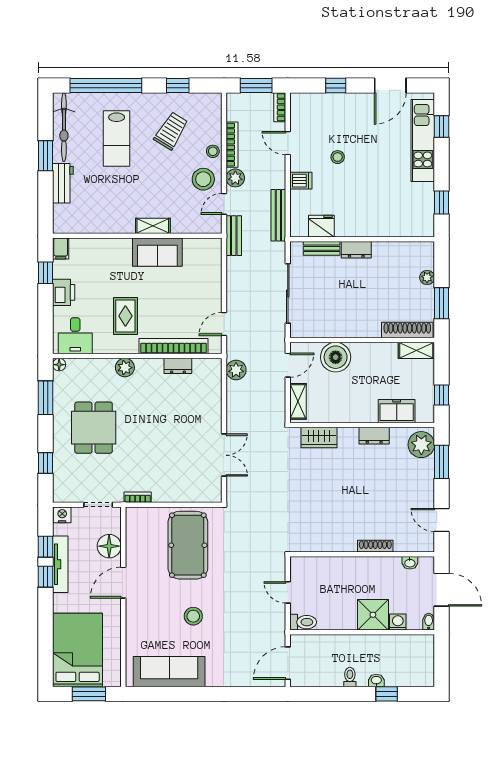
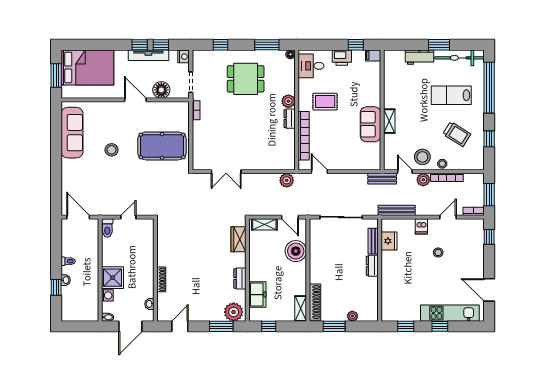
window: (336, 85) -> (489, 237), moved
window: (441, 126) -> (440, 326), moved
dresser: (178, 366) -> (290, 119), moved

